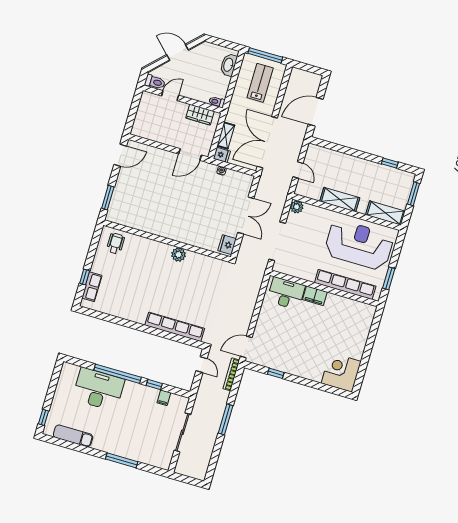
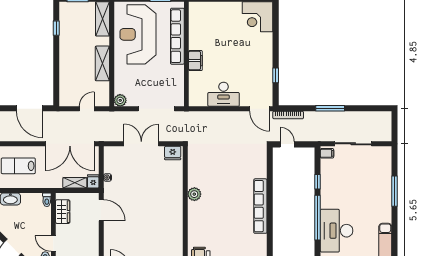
desk: (286, 293) -> (224, 94), moved, turned -90
row of seats: (175, 327) -> (260, 206), moved
door: (202, 365) -> (287, 144), hinge flipped
filing cabinet: (164, 398) -> (327, 153), moved

